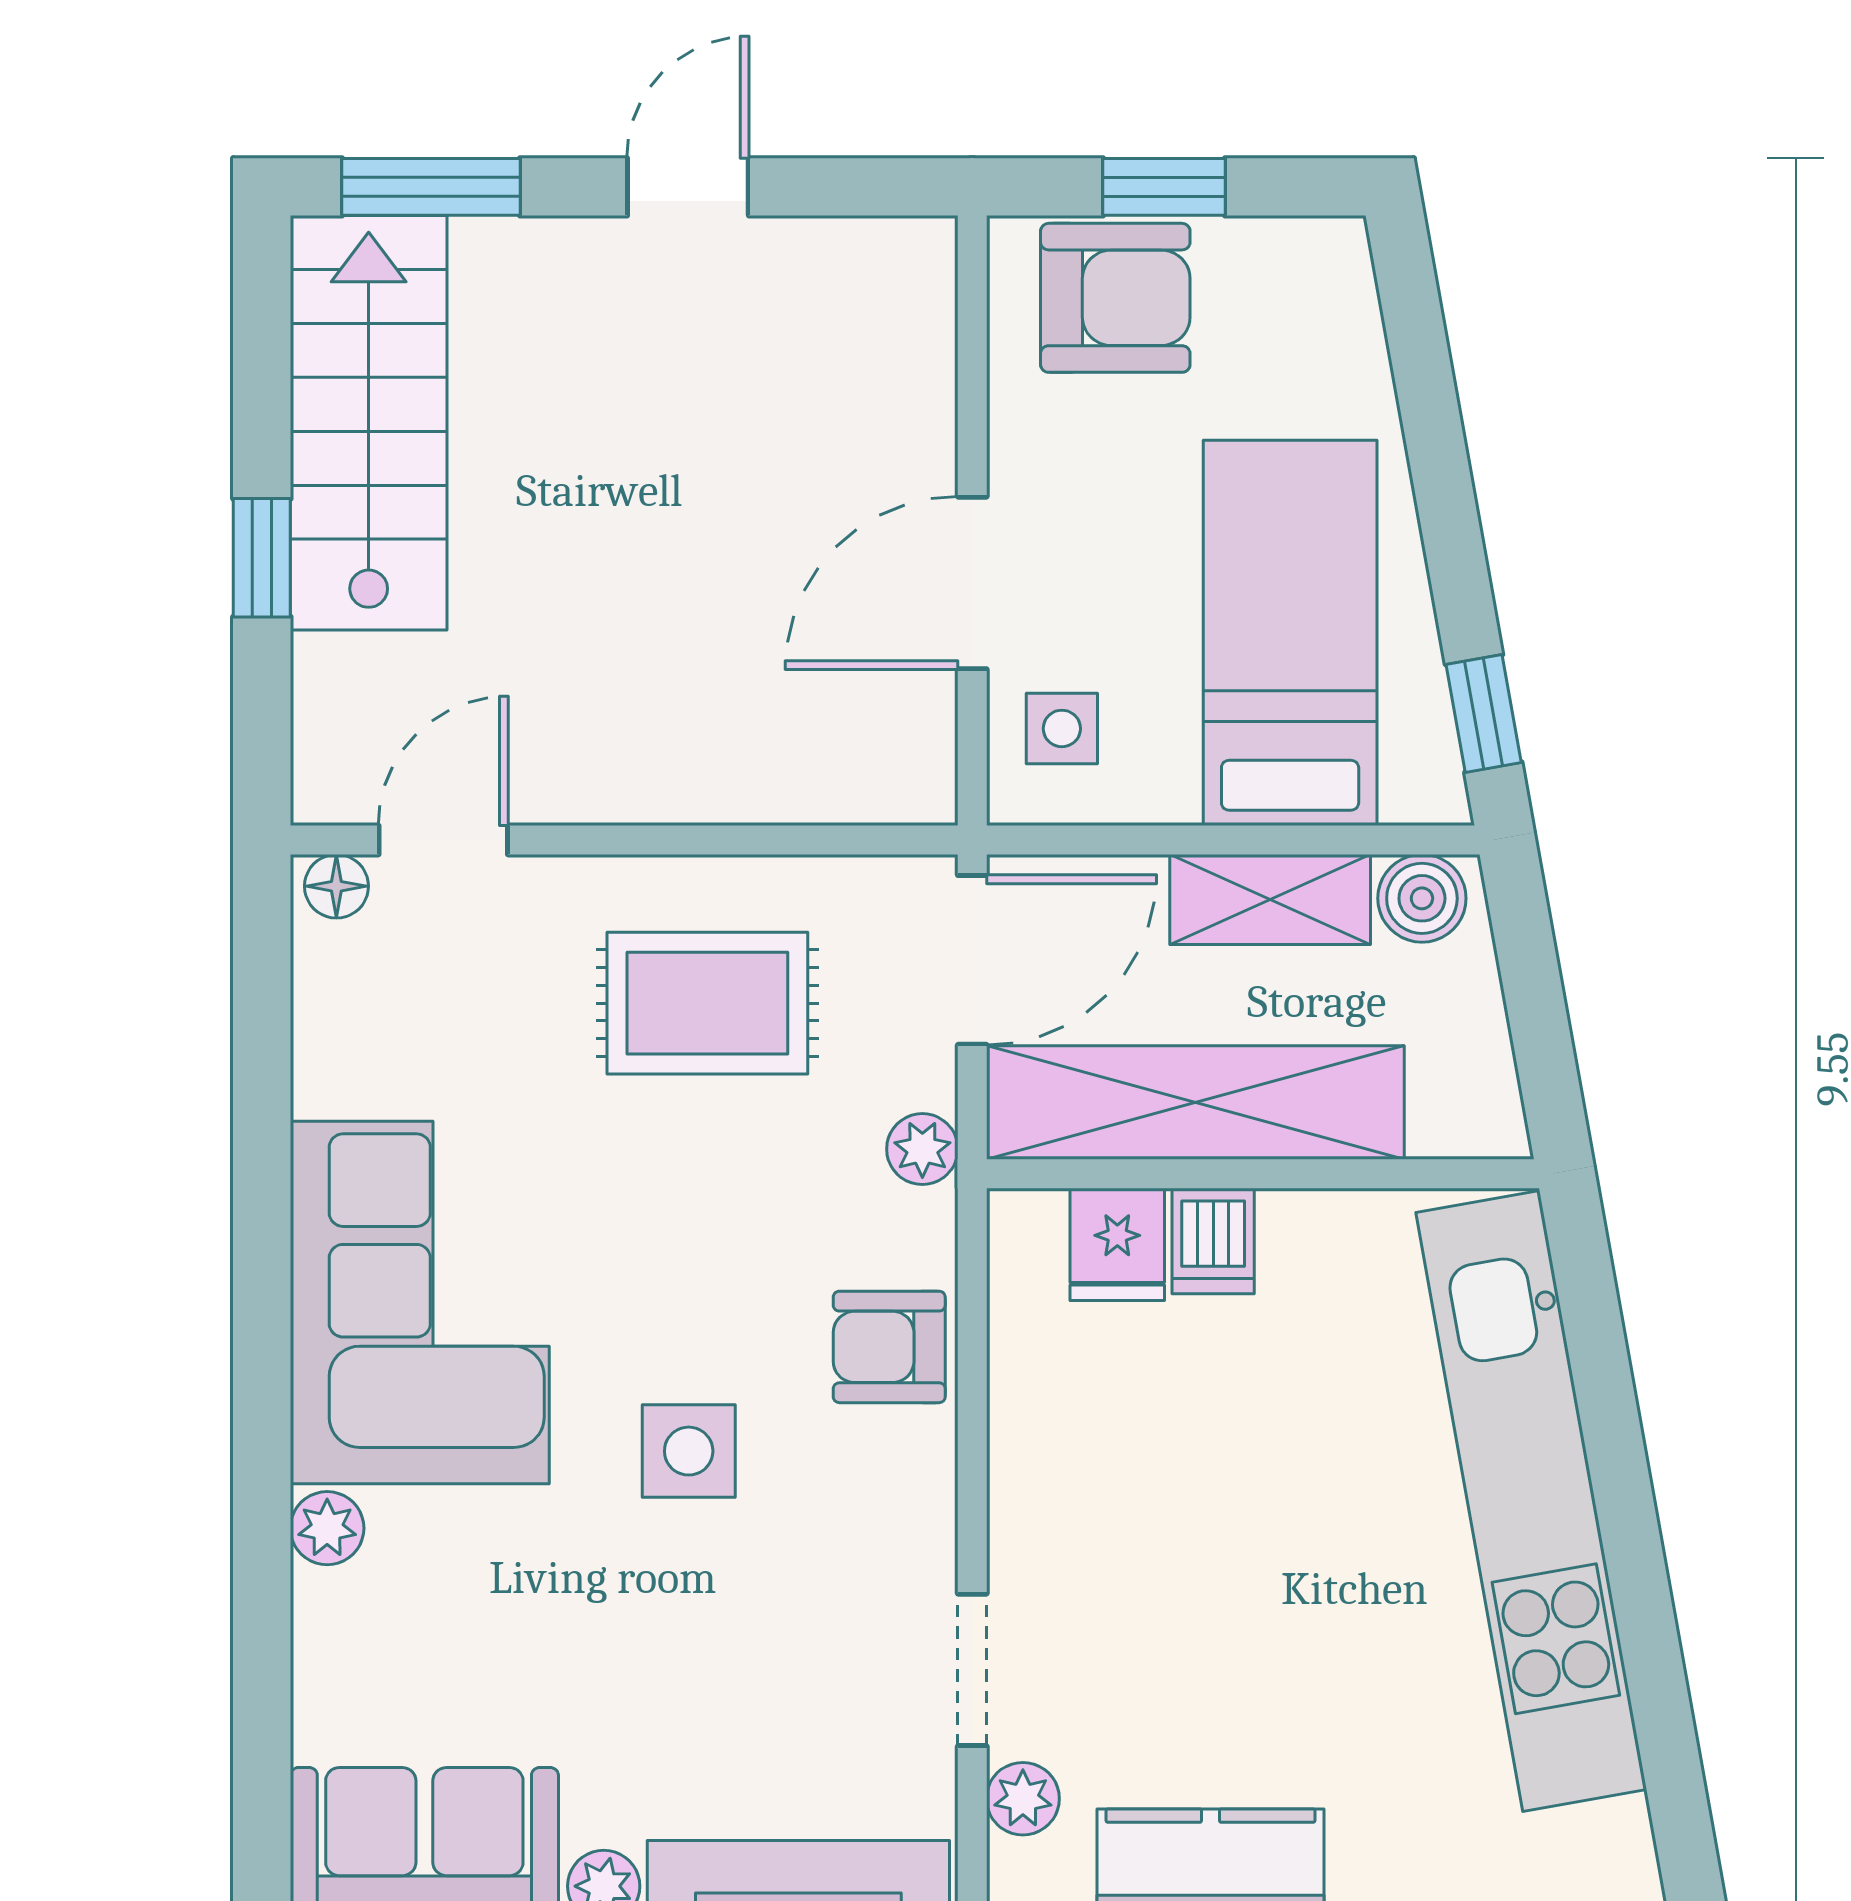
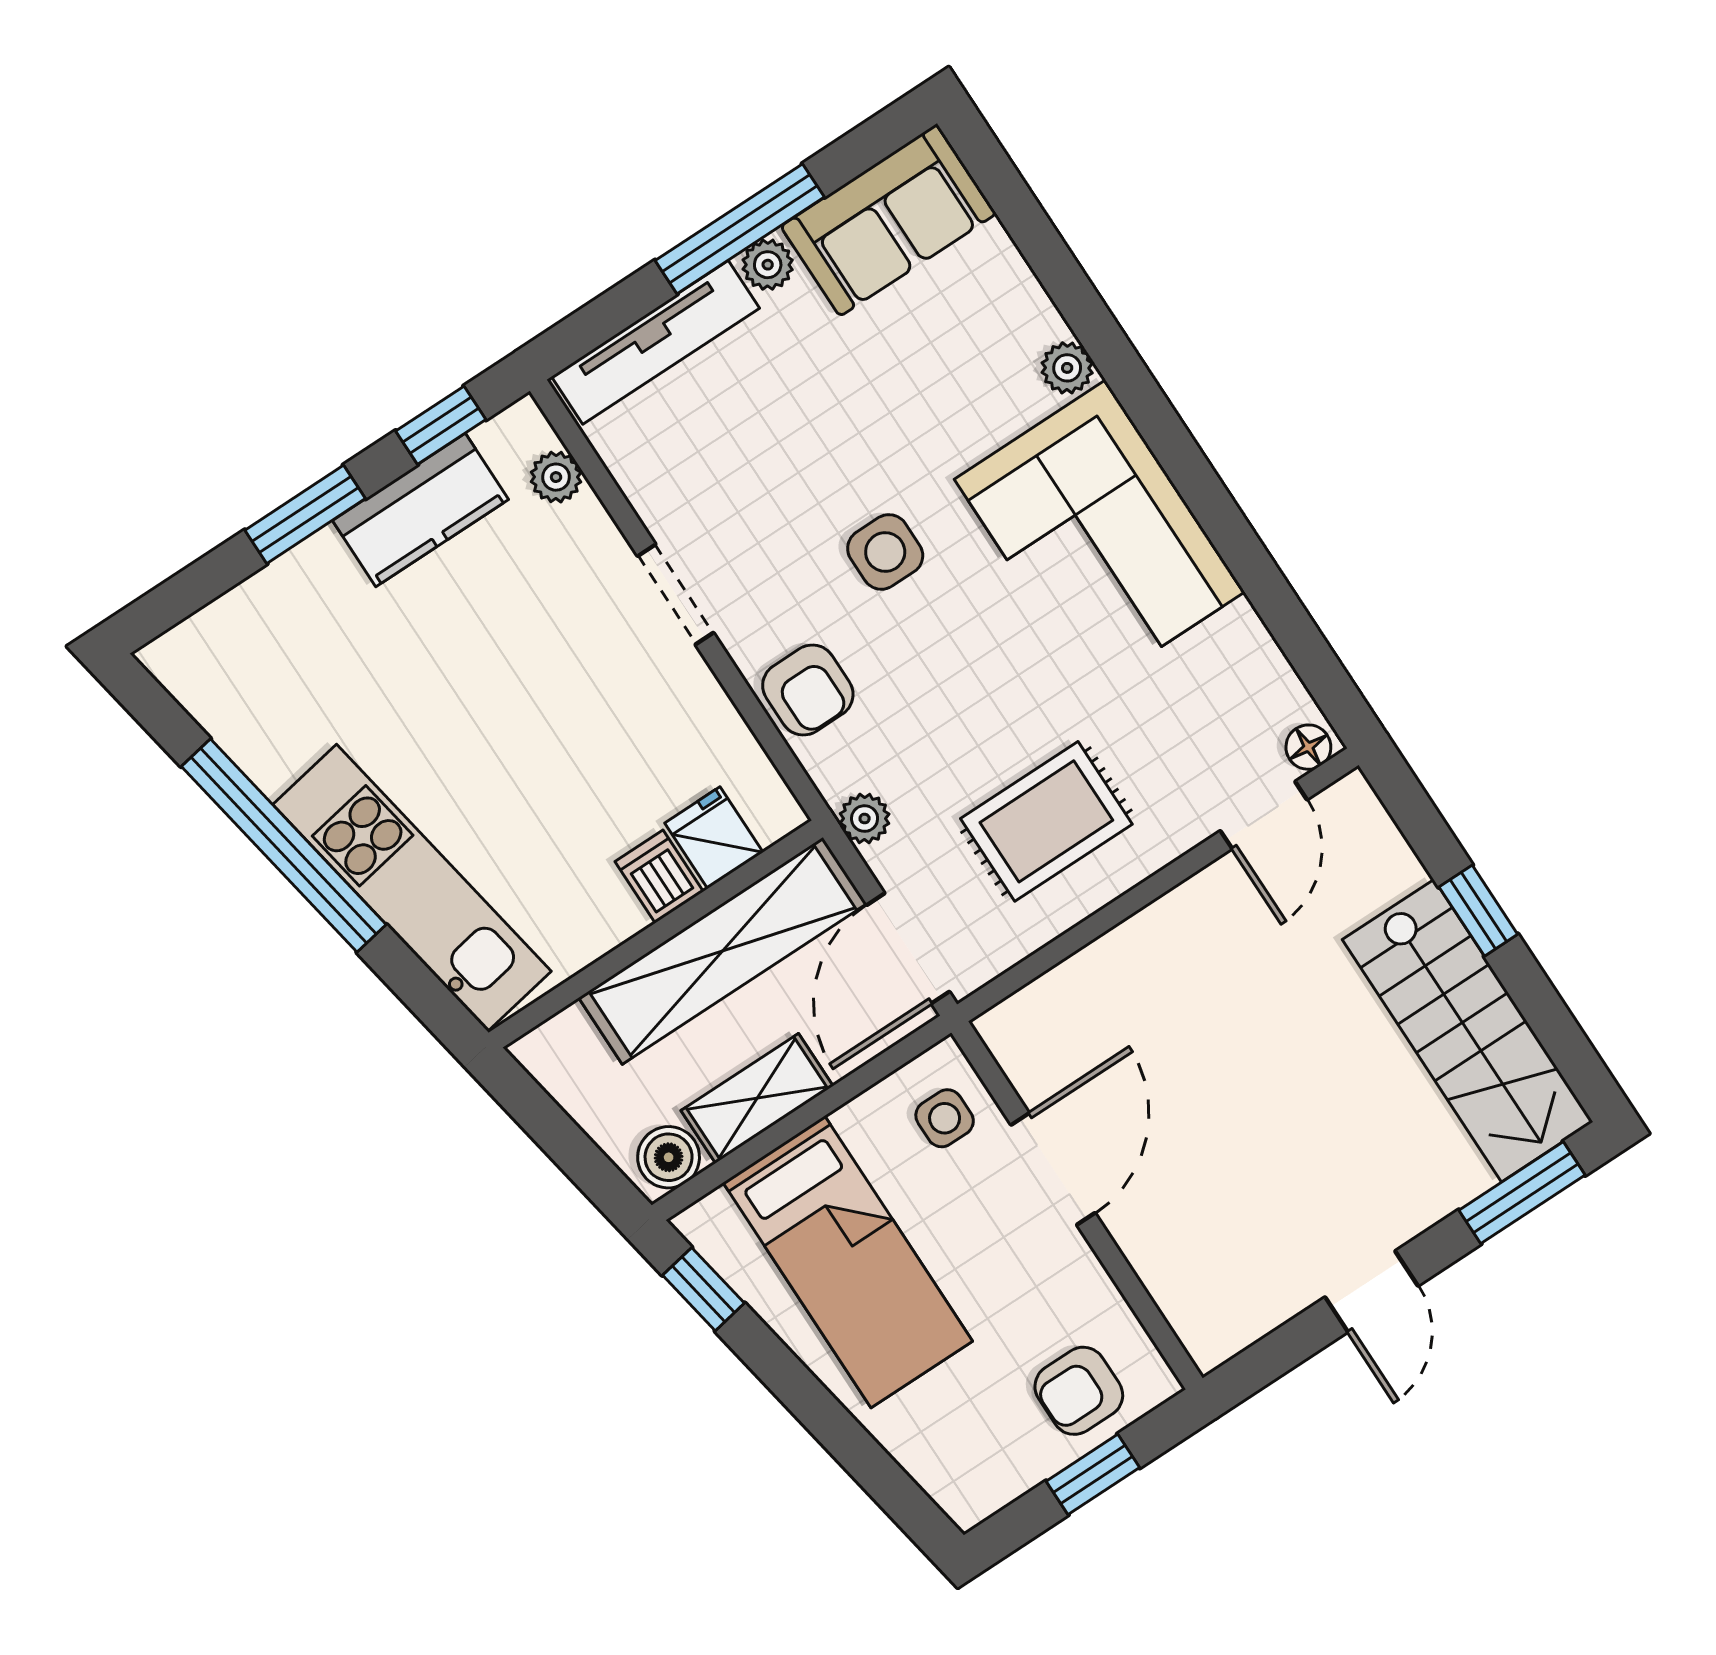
armchair: (1115, 298) -> (1079, 1391), width x0.72, depth x0.72
armchair: (889, 1347) -> (808, 690), turned 90
kitchen unit: (1531, 1501) -> (412, 888), width x0.73
window: (1637, 1572) -> (284, 845), added
doorway: (972, 1670) -> (676, 594), moved

